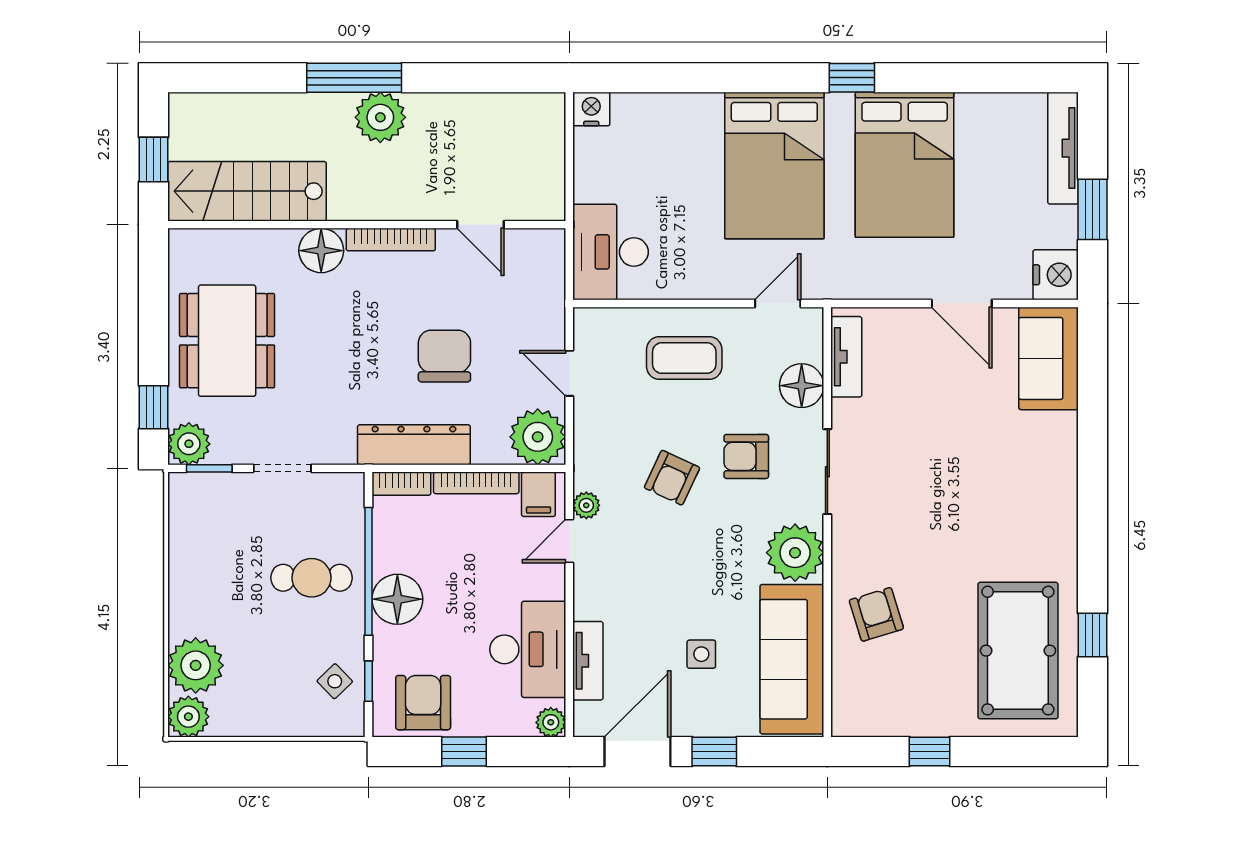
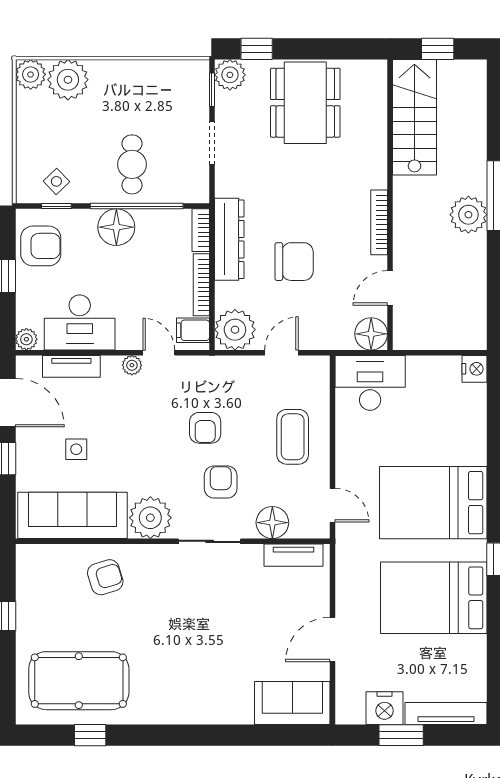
floor lamp: (321, 251) -> (371, 334), moved
nightstand: (1056, 275) -> (385, 708), moved
dining table: (227, 341) -> (305, 103), turned 90
armchair: (672, 478) -> (205, 428), turned -115
plant: (586, 505) -> (132, 365), moved

